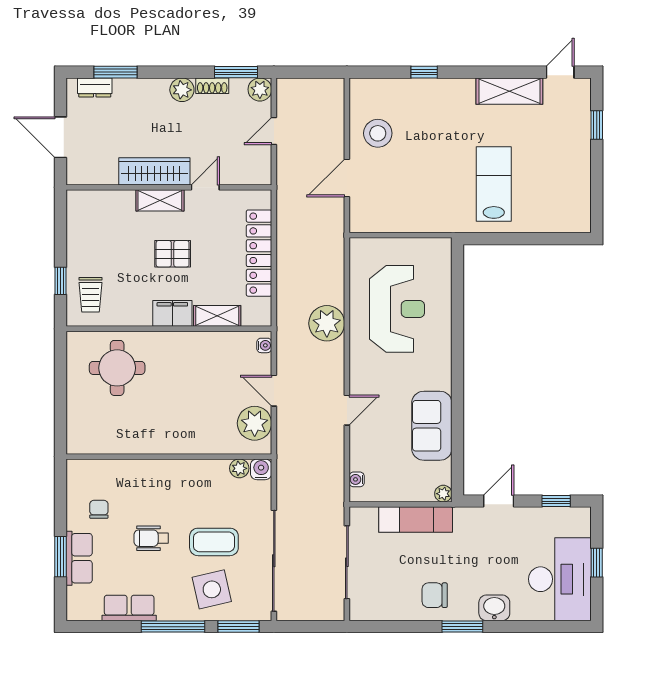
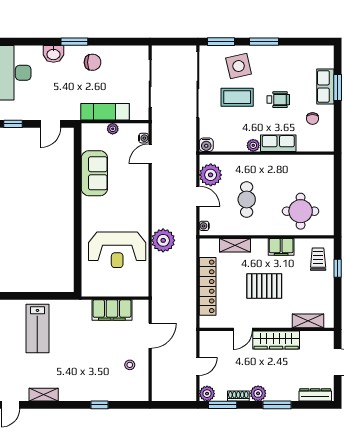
window: (115, 72) -> (277, 405), moved
dresser: (95, 87) -> (315, 395), width x1.44
shelving: (509, 91) -> (44, 395), width x0.67, depth x0.75
stool: (378, 133) -> (130, 365), width x0.53, depth x0.53
lab bench: (494, 184) -> (37, 329), moved
shelving: (160, 200) -> (308, 321), moved
filing cabinet: (405, 217) -> (112, 310), added
pallet: (173, 254) -> (264, 286), width x1.50, depth x1.42
reception desk: (397, 309) -> (117, 250), turned -90
filing cabinet: (172, 313) -> (281, 247), moved
cafe table: (199, 386) -> (247, 200), added
door: (347, 410) -> (150, 154), moved
plant: (239, 468) -> (253, 145), moved
plant: (443, 494) -> (113, 129), moved
row of seats: (129, 608) -> (278, 143), moved, turned 180
window: (173, 627) -> (264, 42), width x0.69

